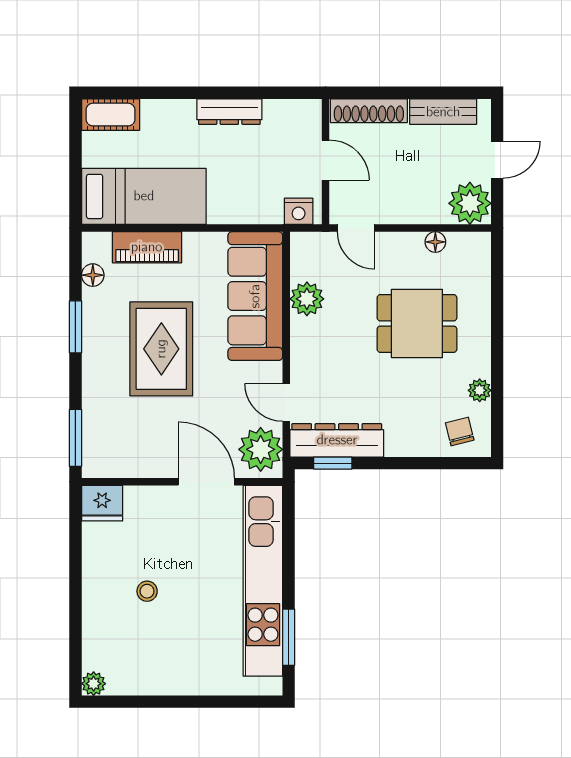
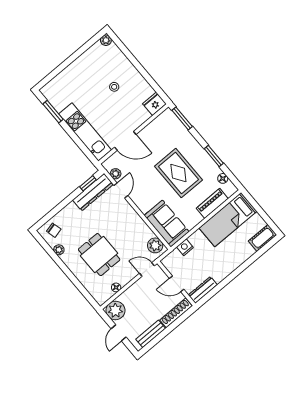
dresser: (229, 112) -> (203, 290), moved
nightstand: (299, 211) -> (185, 247), moved
sofa: (255, 296) -> (167, 224), width x0.73
plant: (307, 299) -> (155, 245), moved
dining table: (417, 323) -> (99, 255), turned 90
door: (286, 402) -> (121, 191), hinge flipped
plant: (261, 449) -> (116, 174), width x0.53, depth x0.53
kitchen unit: (263, 581) -> (85, 132), width x0.73

